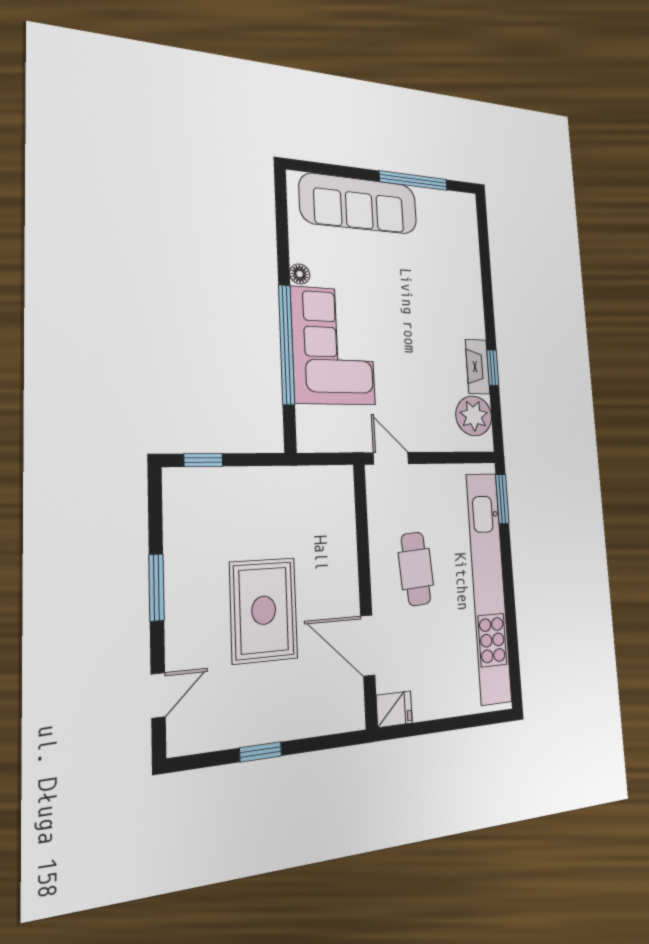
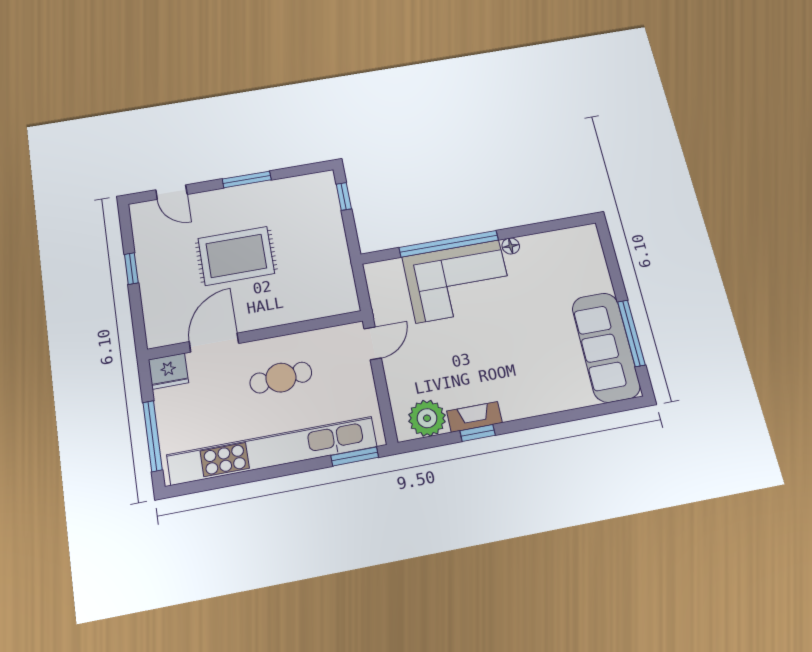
sofa: (359, 204) -> (606, 347), moved
fridge: (394, 709) -> (168, 371), width x1.38
window: (461, 722) -> (153, 436), added

